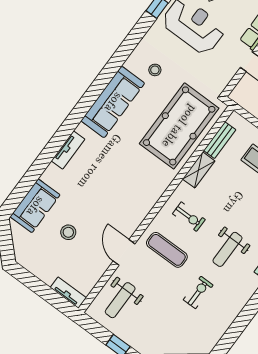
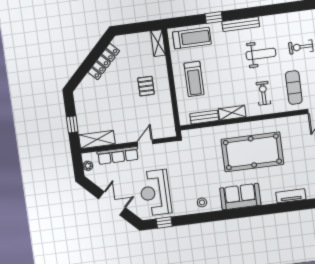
stool: (155, 70) -> (202, 202), moved
sofa: (113, 102) -> (240, 197), width x0.73
pool table: (179, 126) -> (252, 152), moved

